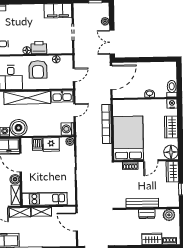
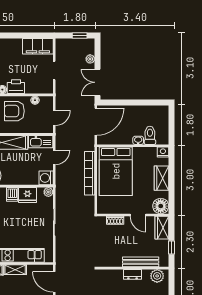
armchair: (38, 69) -> (14, 111), turned 90
toilet: (172, 89) -> (150, 135), moved
bed: (128, 138) -> (116, 171), moved, turned 180
door: (151, 161) -> (138, 215), hinge flipped
bench: (142, 203) -> (141, 262), moved

